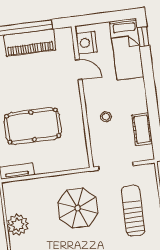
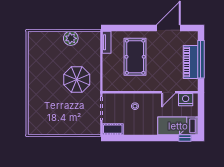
cot: (142, 129) -> (113, 129), moved
sun lounger: (133, 211) -> (70, 116), removed

